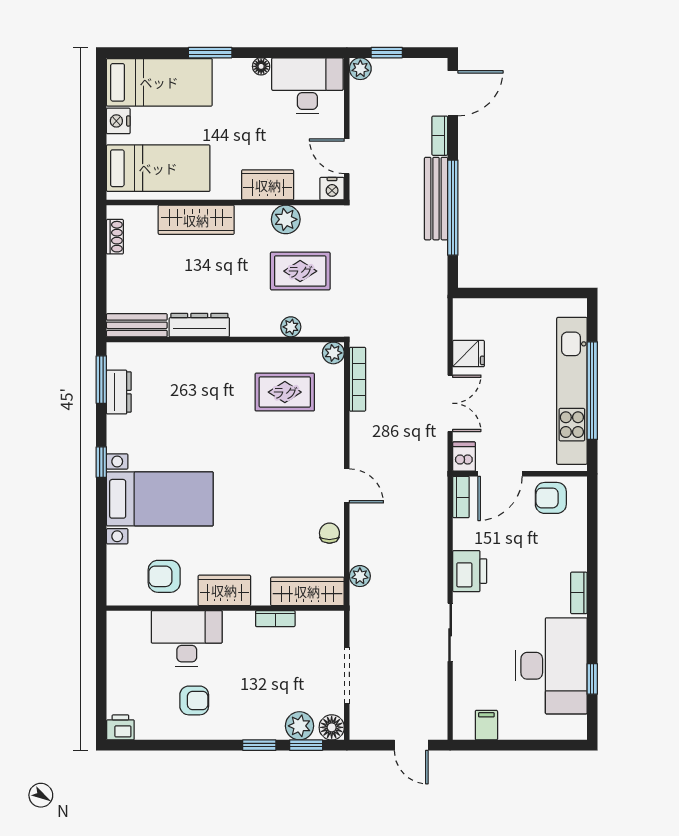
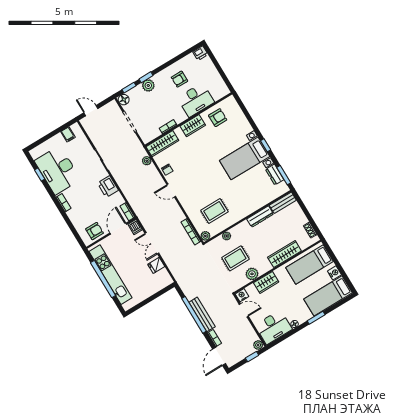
bed with nightstands: (160, 499) -> (245, 158), moved
plant: (299, 726) -> (148, 85), moved

